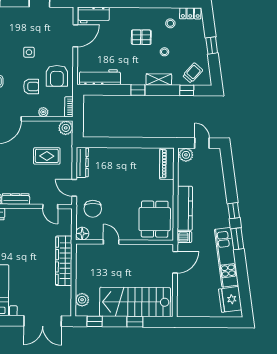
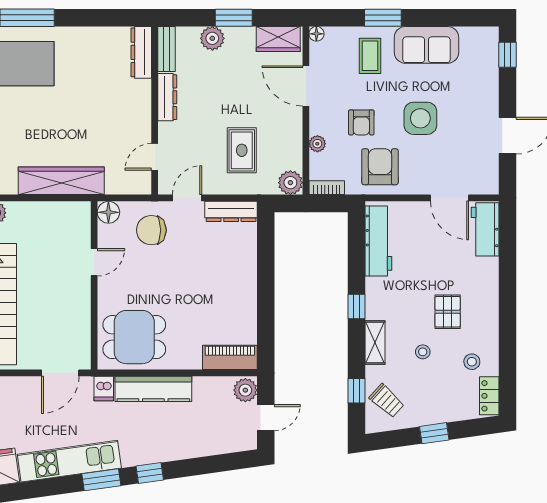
side table: (29, 52) -> (420, 118), width x1.87, depth x1.87
armchair: (57, 76) -> (380, 167), turned 90
door: (175, 262) -> (60, 373), hinge flipped

